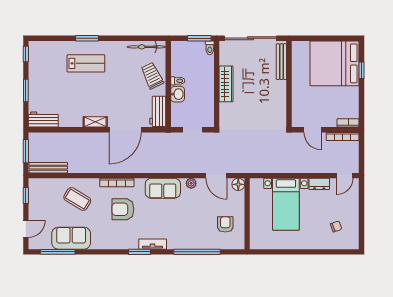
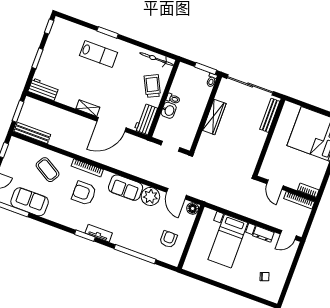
plant: (191, 183) -> (150, 196), width x1.87, depth x1.87

